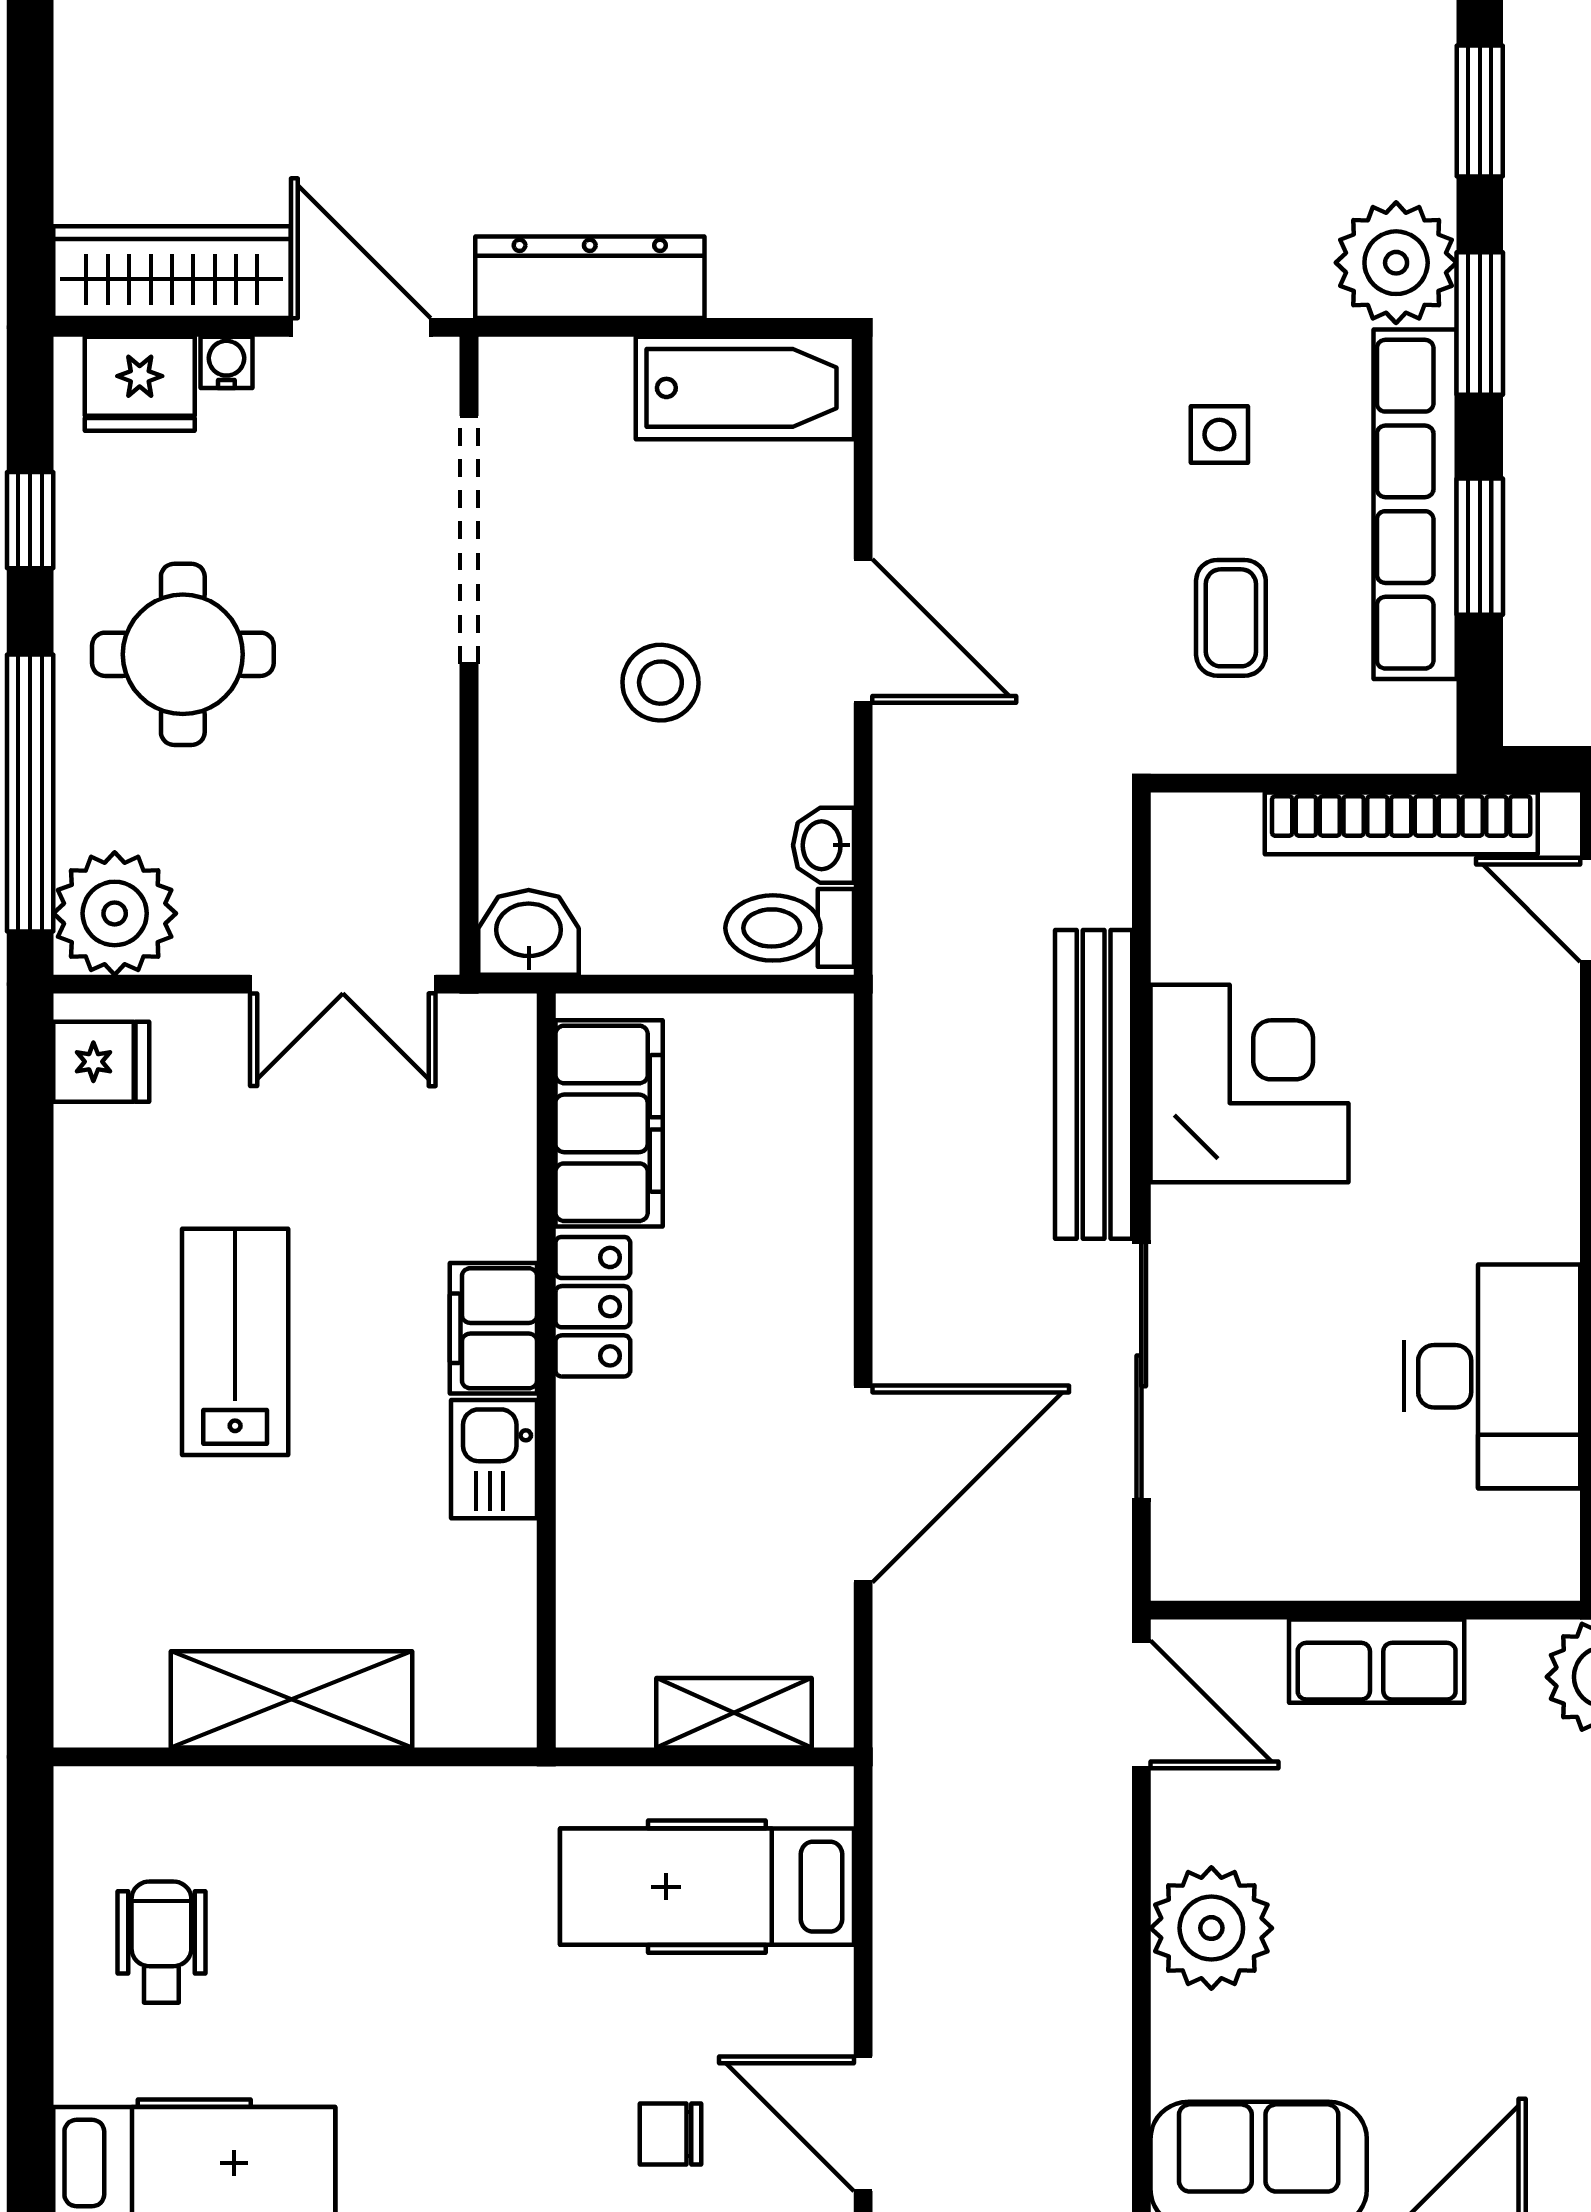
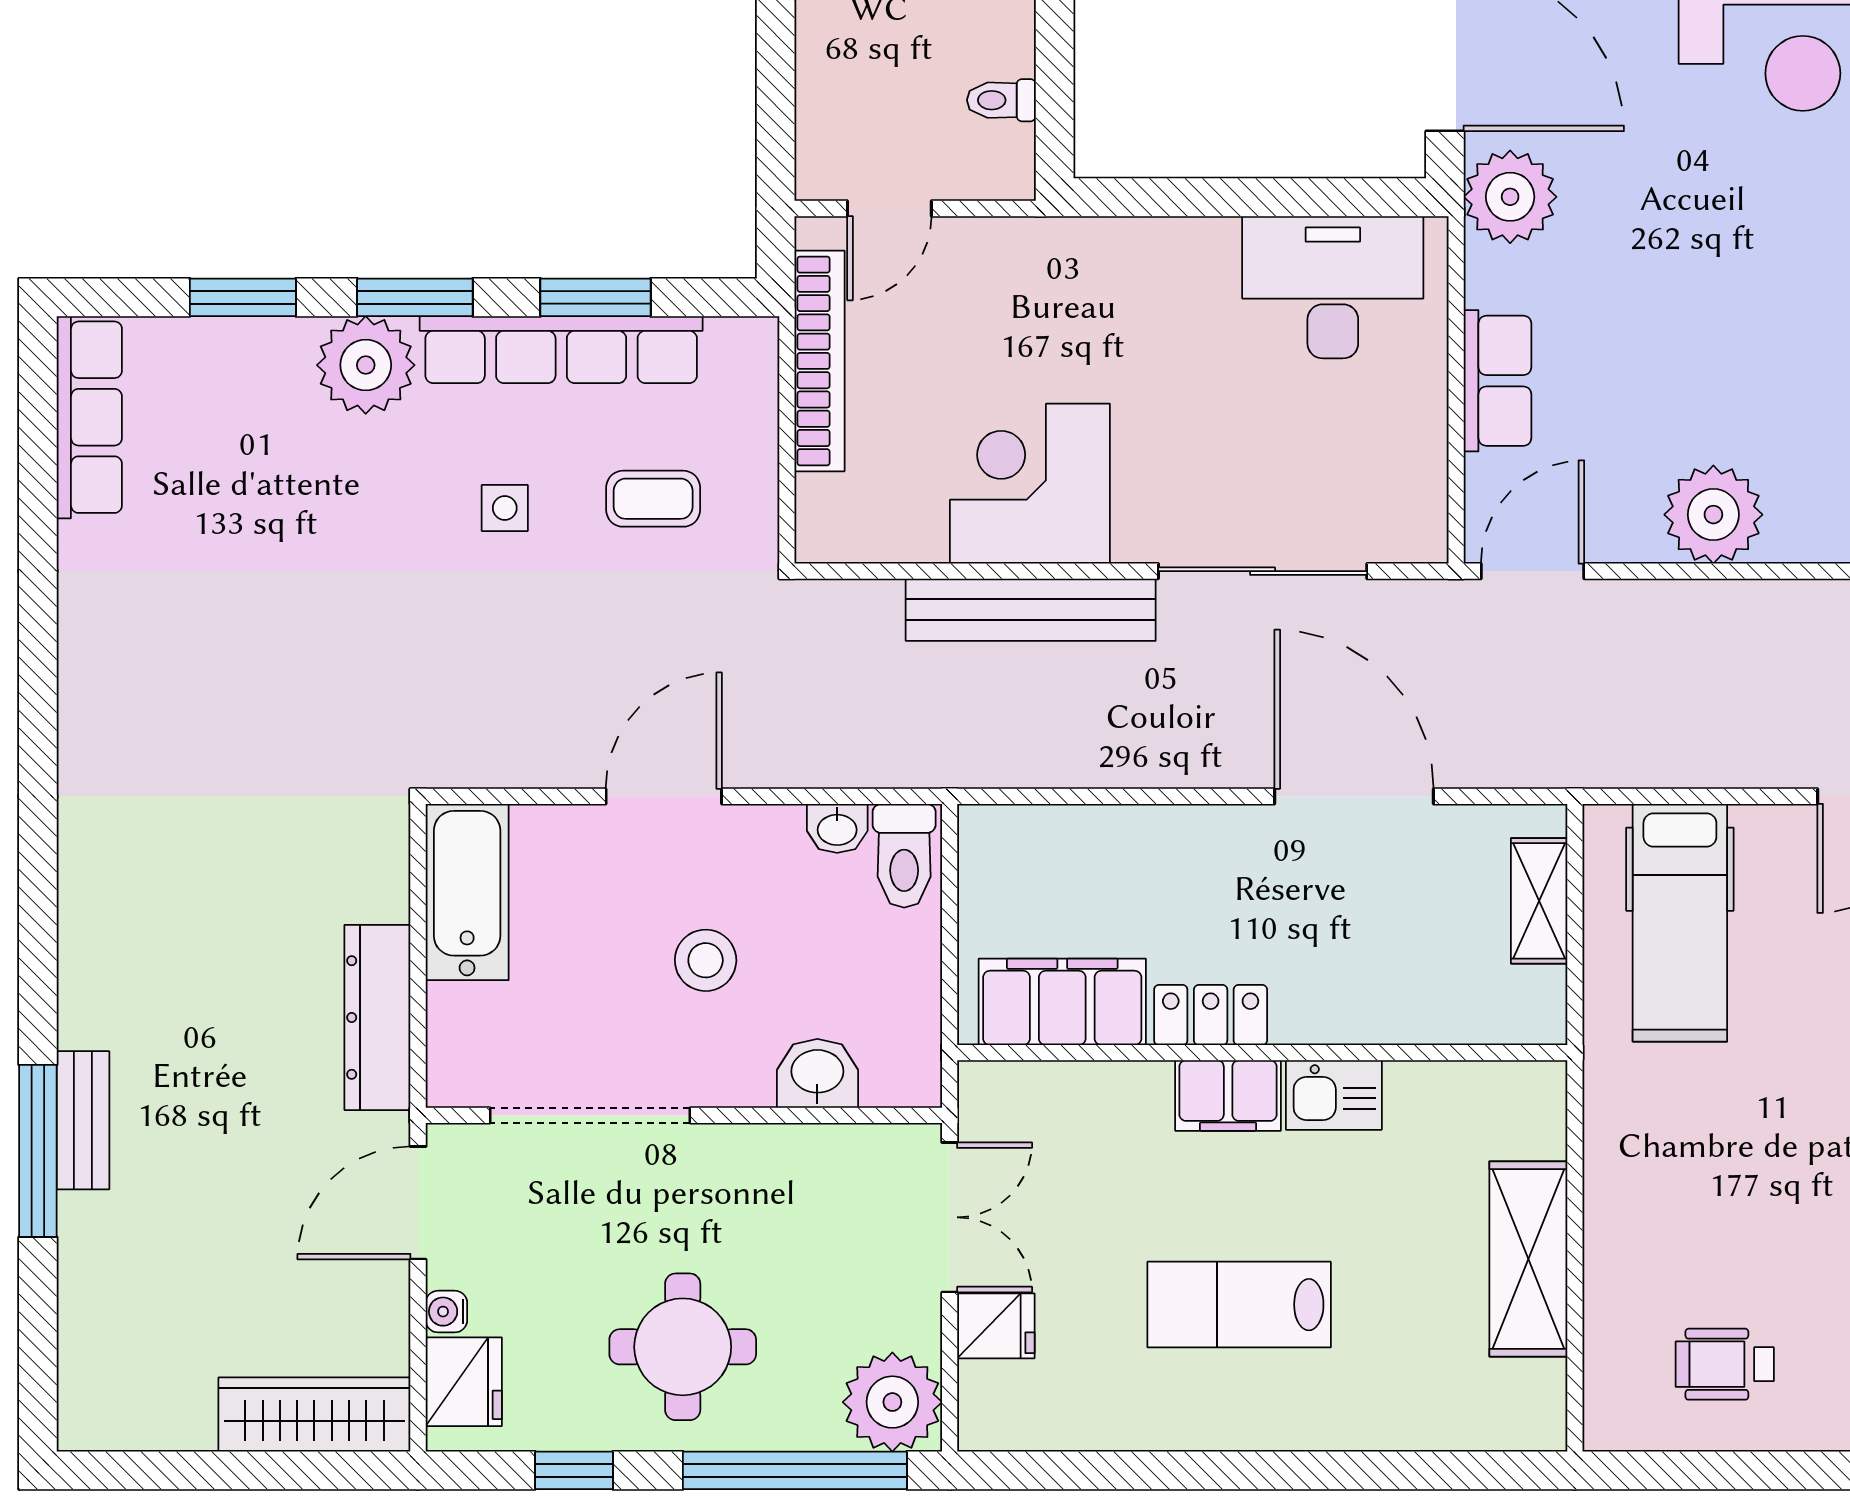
wardrobe: (172, 272) -> (314, 1415), moved, turned 90
washbasin: (529, 932) -> (817, 1073), moved, turned 90
fridge: (101, 1062) -> (996, 1326), moved, turned 90
desk: (1492, 1376) -> (1333, 287), moved

